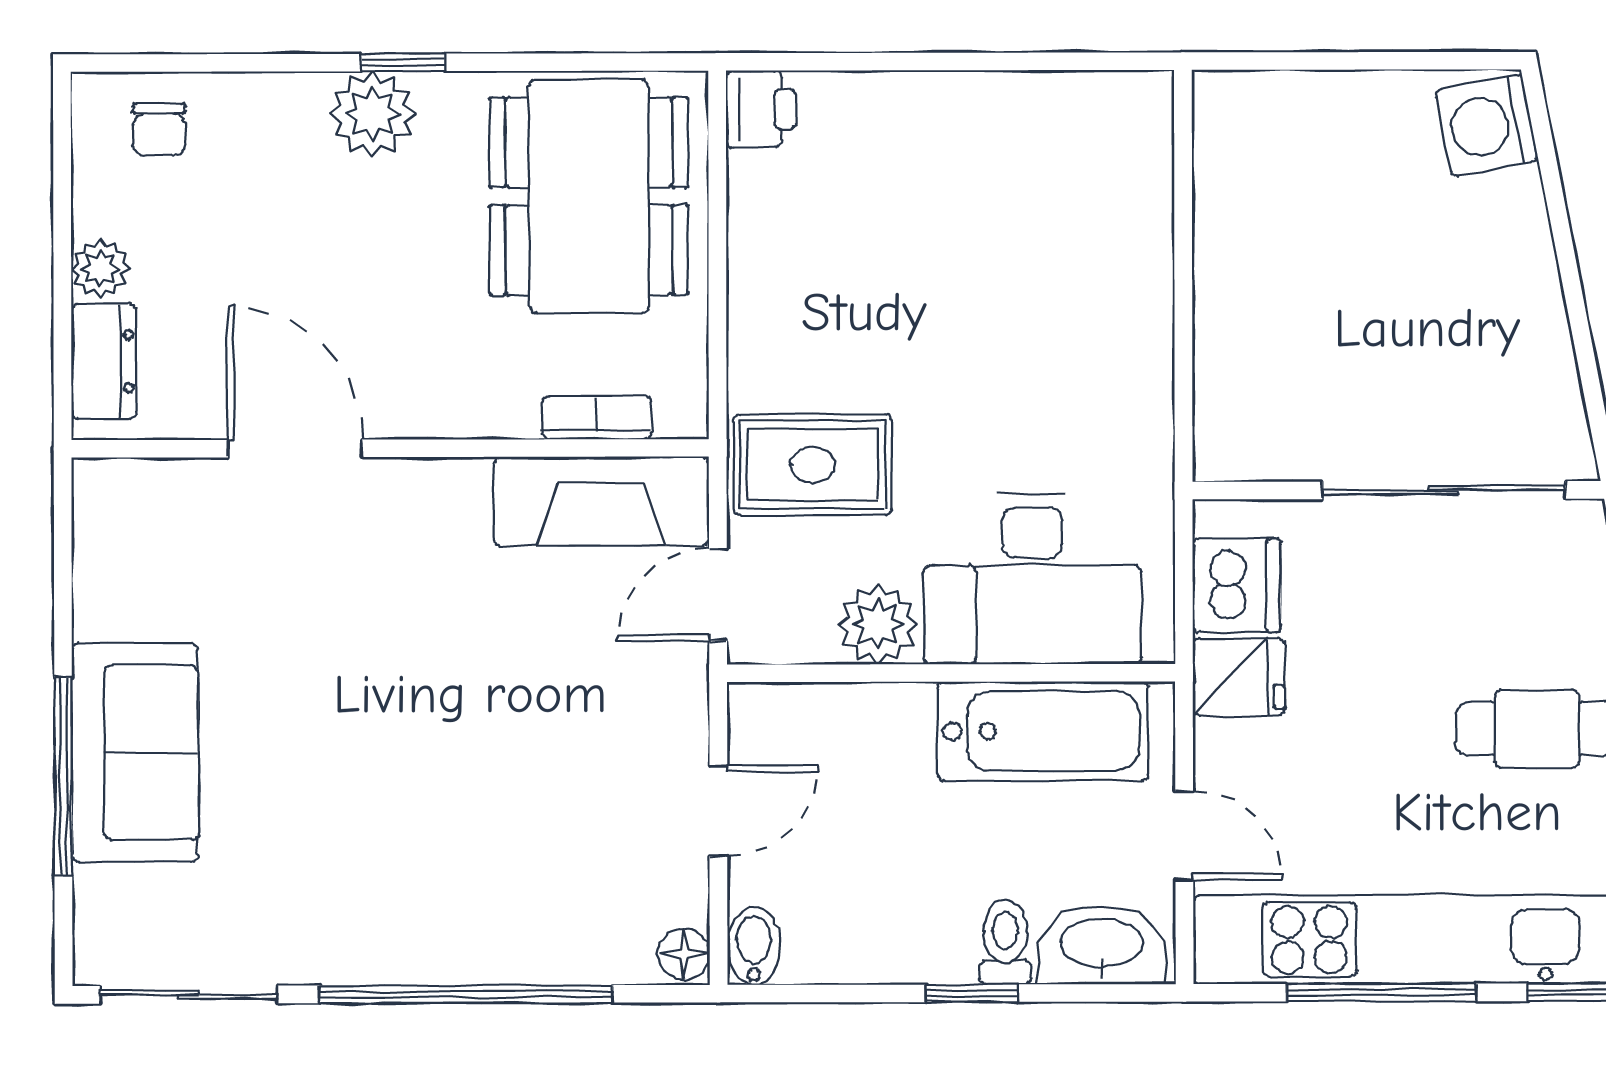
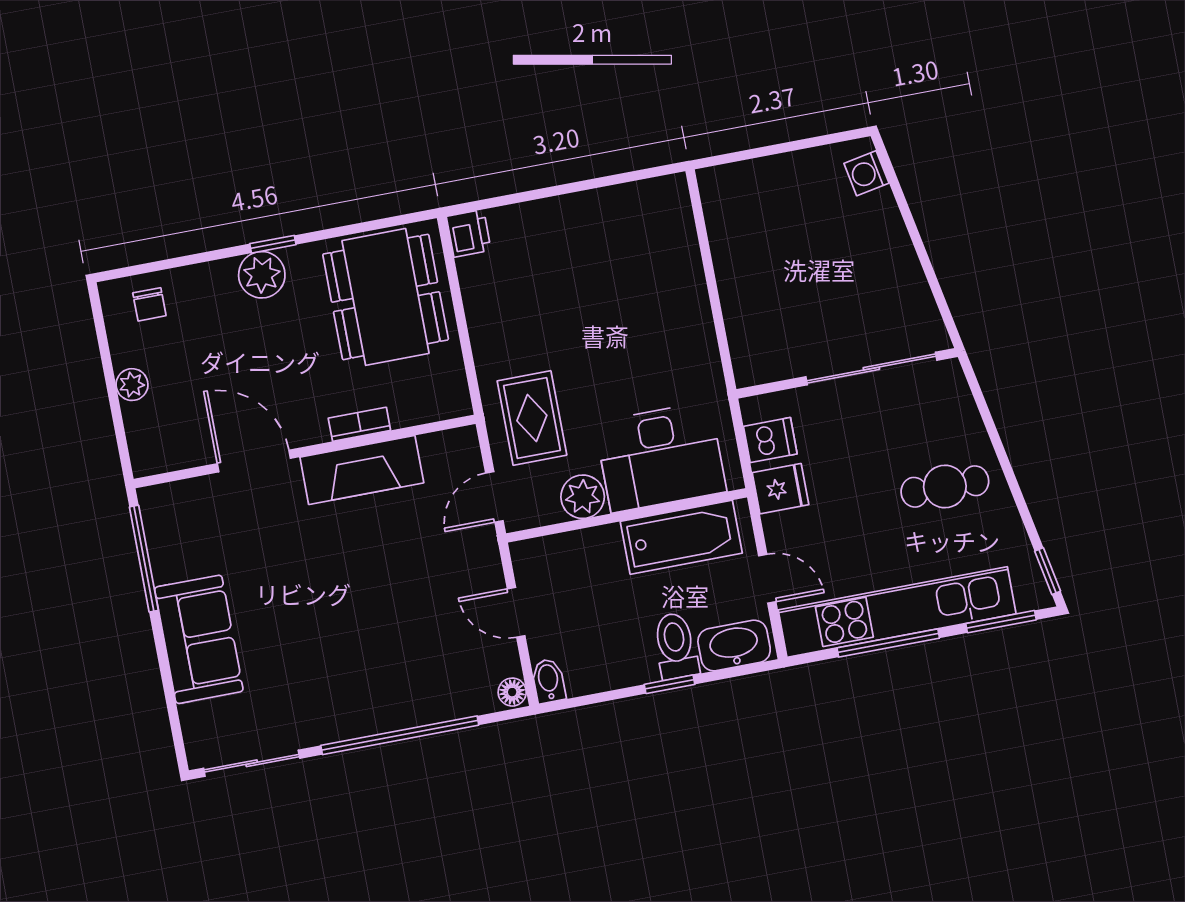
washing machine: (1487, 125) -> (866, 173), width x0.73, depth x0.73
dresser: (104, 361) -> (143, 434), removed
bookcase: (597, 417) -> (359, 424), moved
rug: (813, 465) -> (532, 418), turned 90
fireplace: (601, 501) -> (362, 470), moved
dishwasher: (1237, 585) -> (770, 440), width x0.73
window: (63, 776) -> (144, 559), moved
door: (718, 811) -> (516, 612), swing flipped
toilet: (1005, 942) -> (676, 646), width x1.37, depth x1.39

